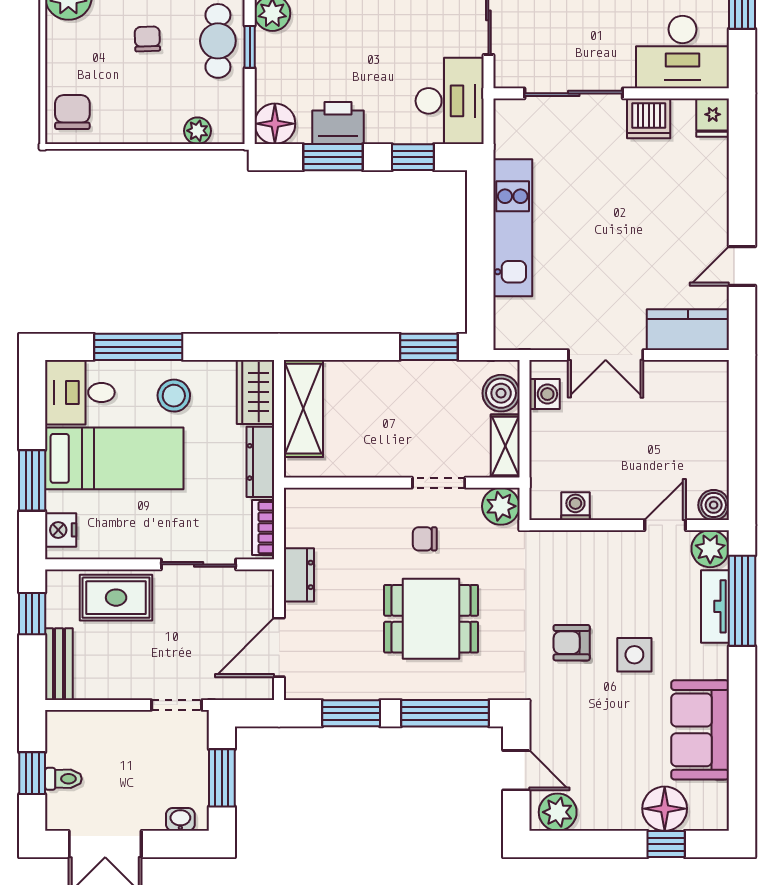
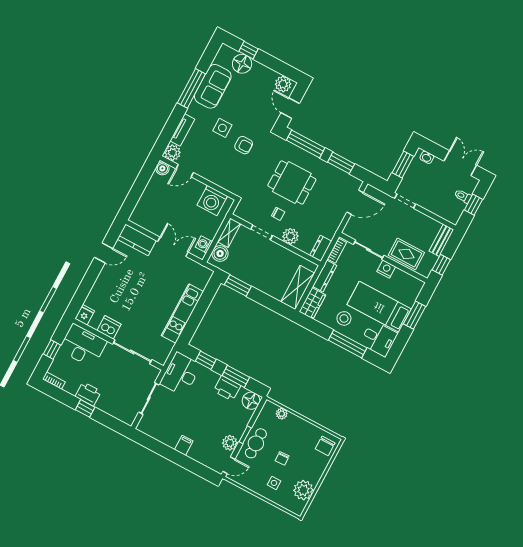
plant: (501, 506) -> (290, 236), moved
washing machine: (575, 506) -> (212, 201), width x1.89, depth x1.89
nightstand: (61, 530) -> (386, 269), moved, turned -90
dresser: (299, 575) -> (321, 248), moved
window: (742, 601) -> (191, 88), moved

